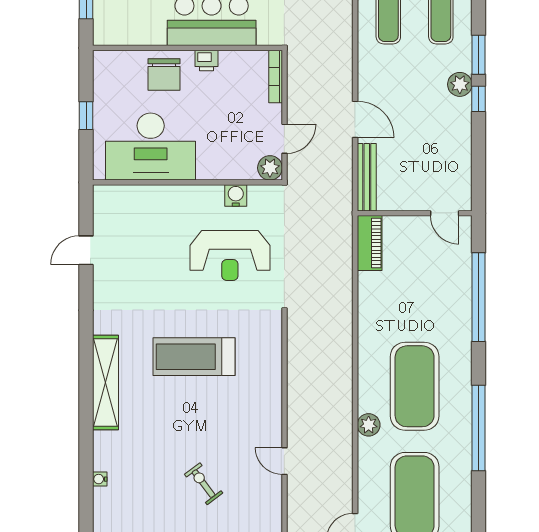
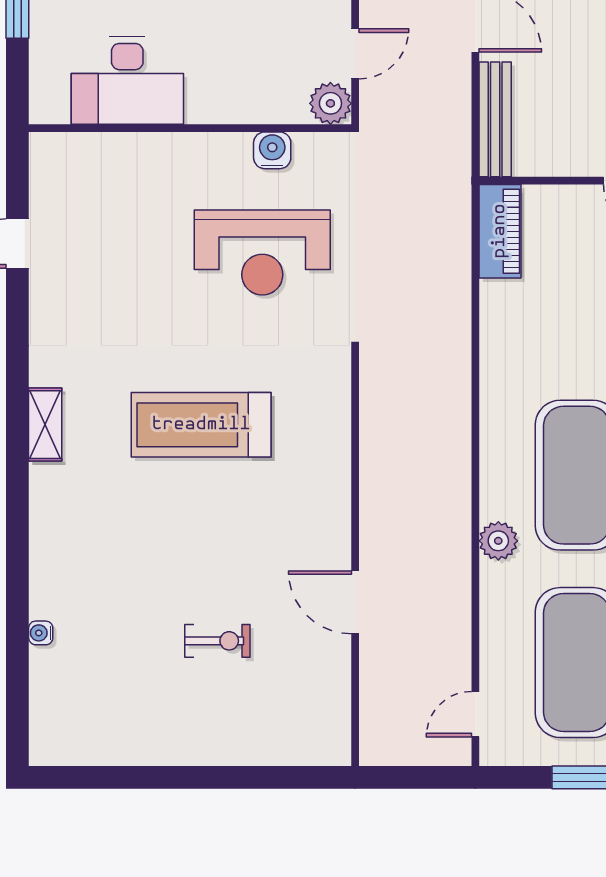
desk: (151, 147) -> (127, 80), width x0.73, depth x0.77
shelving: (106, 382) -> (45, 425), width x0.45, depth x0.75
door: (284, 461) -> (355, 602), width x1.38
exercise bike: (204, 484) -> (217, 641), turned 127

